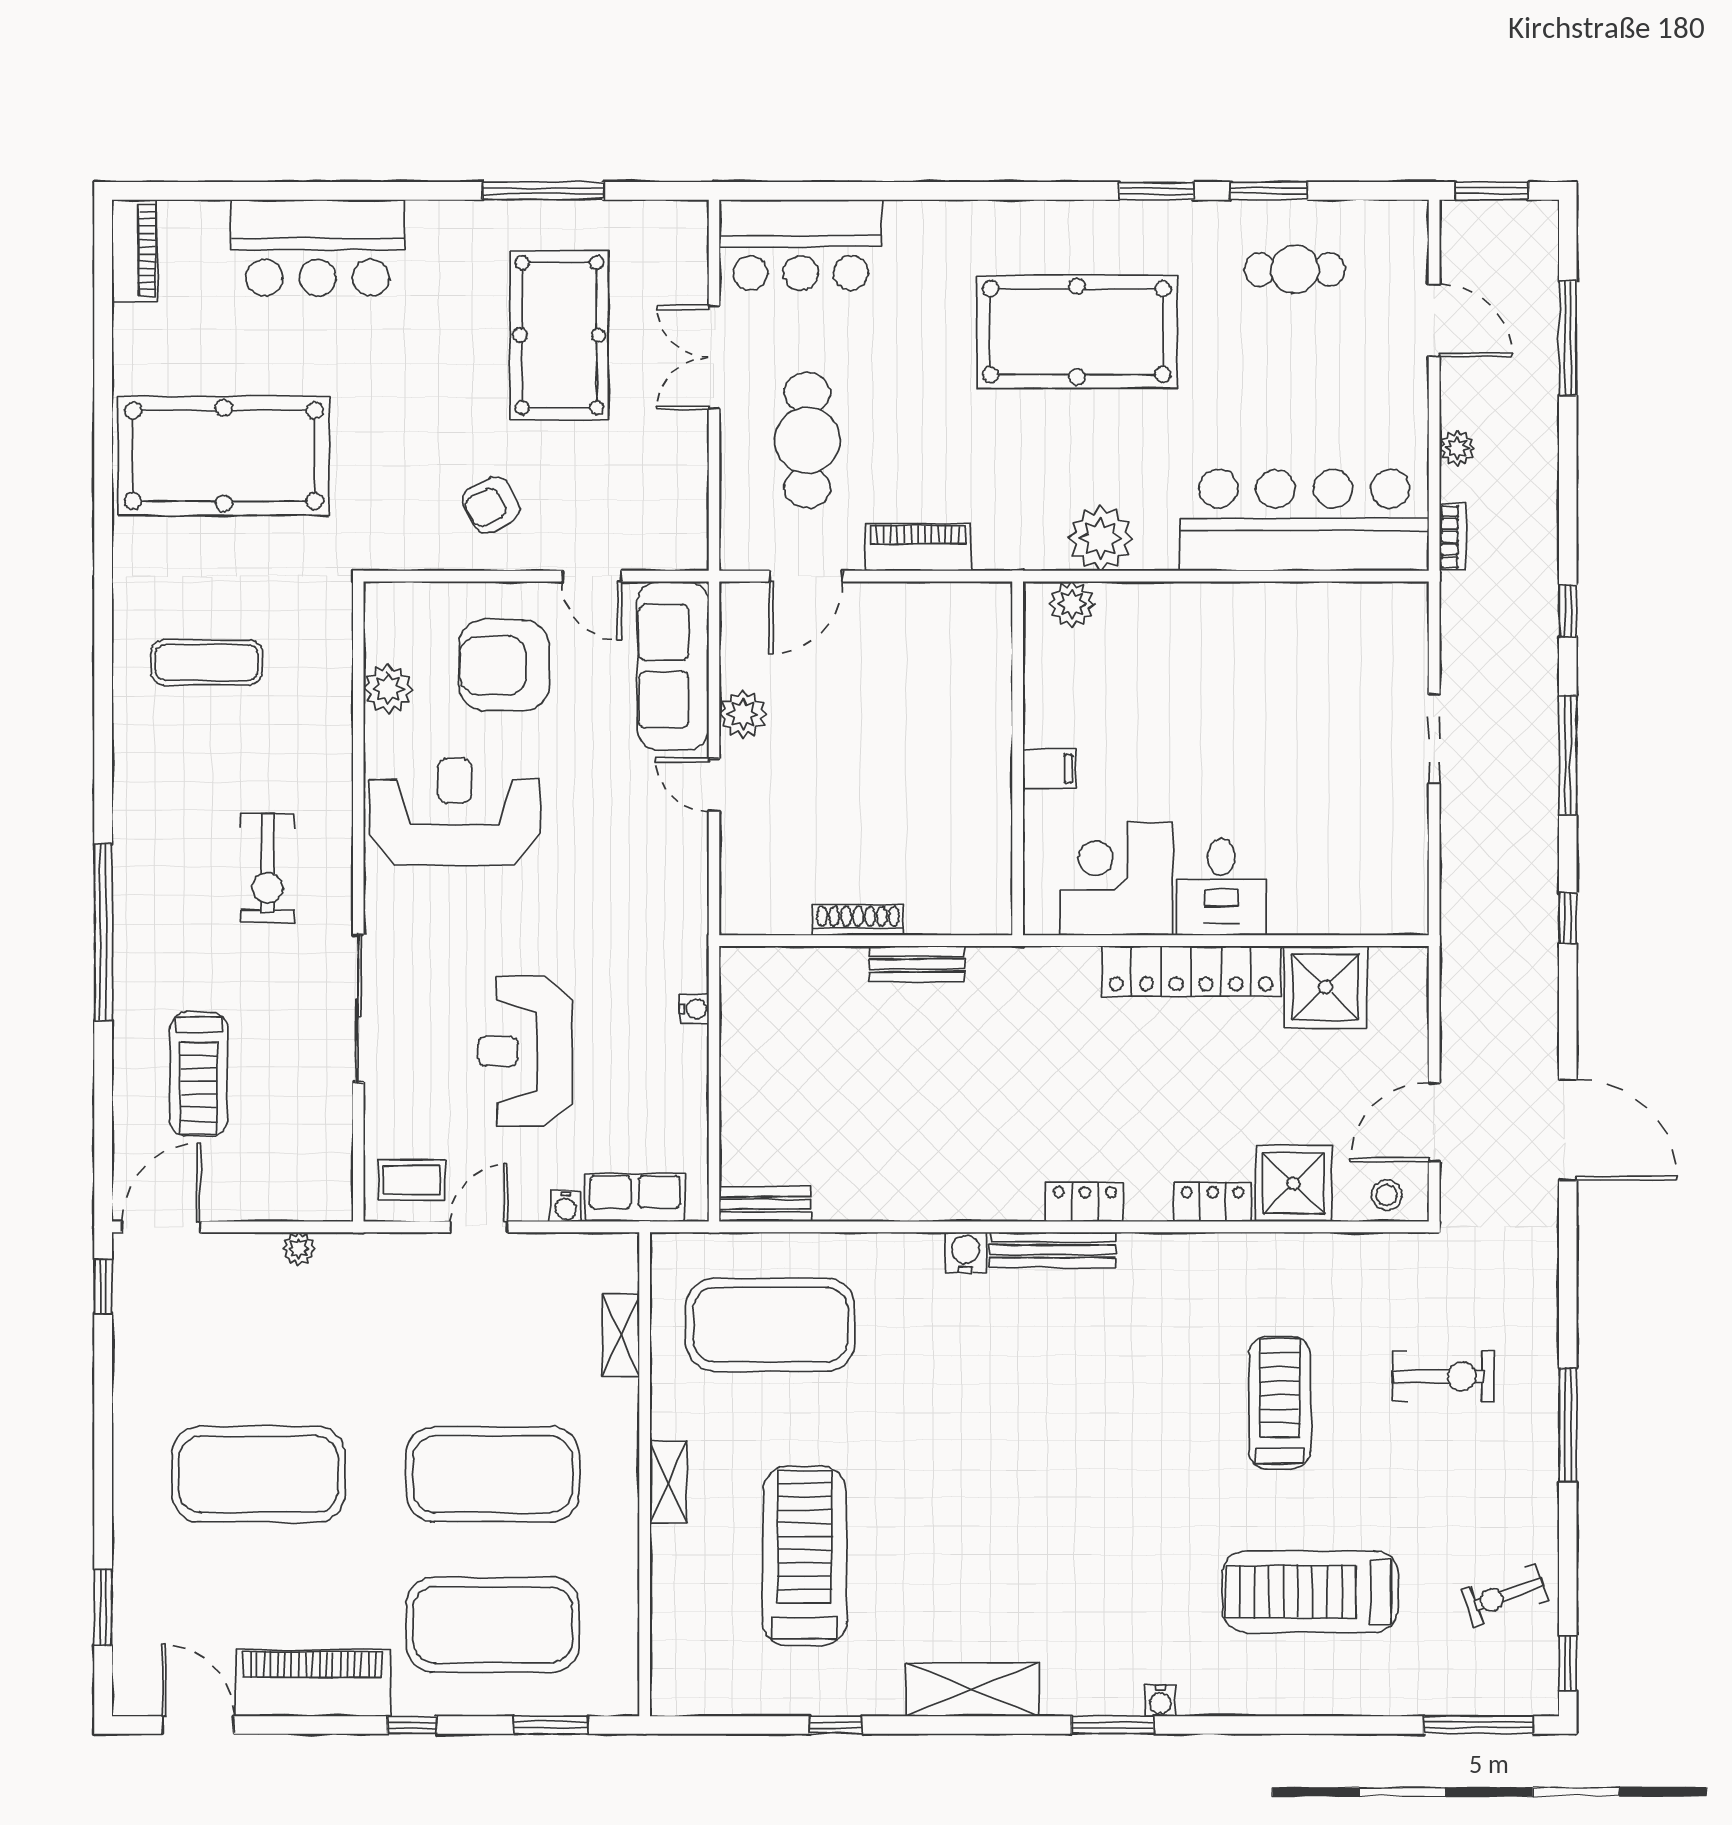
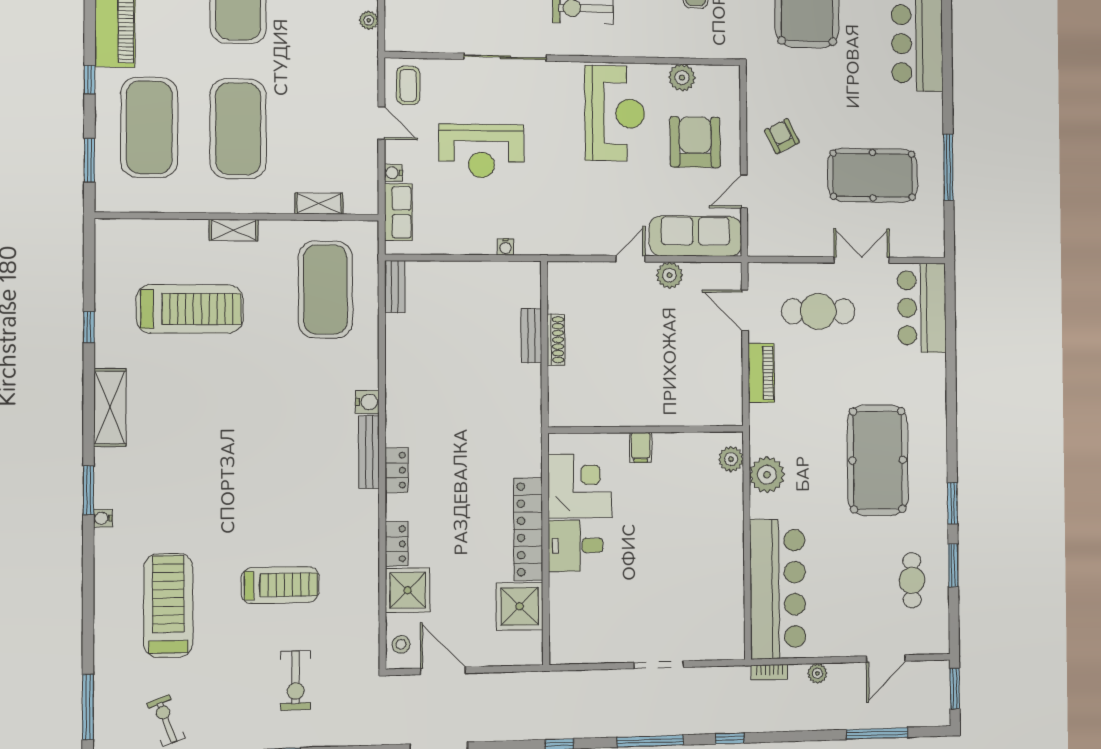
bench: (917, 964) -> (531, 336), moved
reception desk: (525, 1051) -> (481, 151), turned 180

